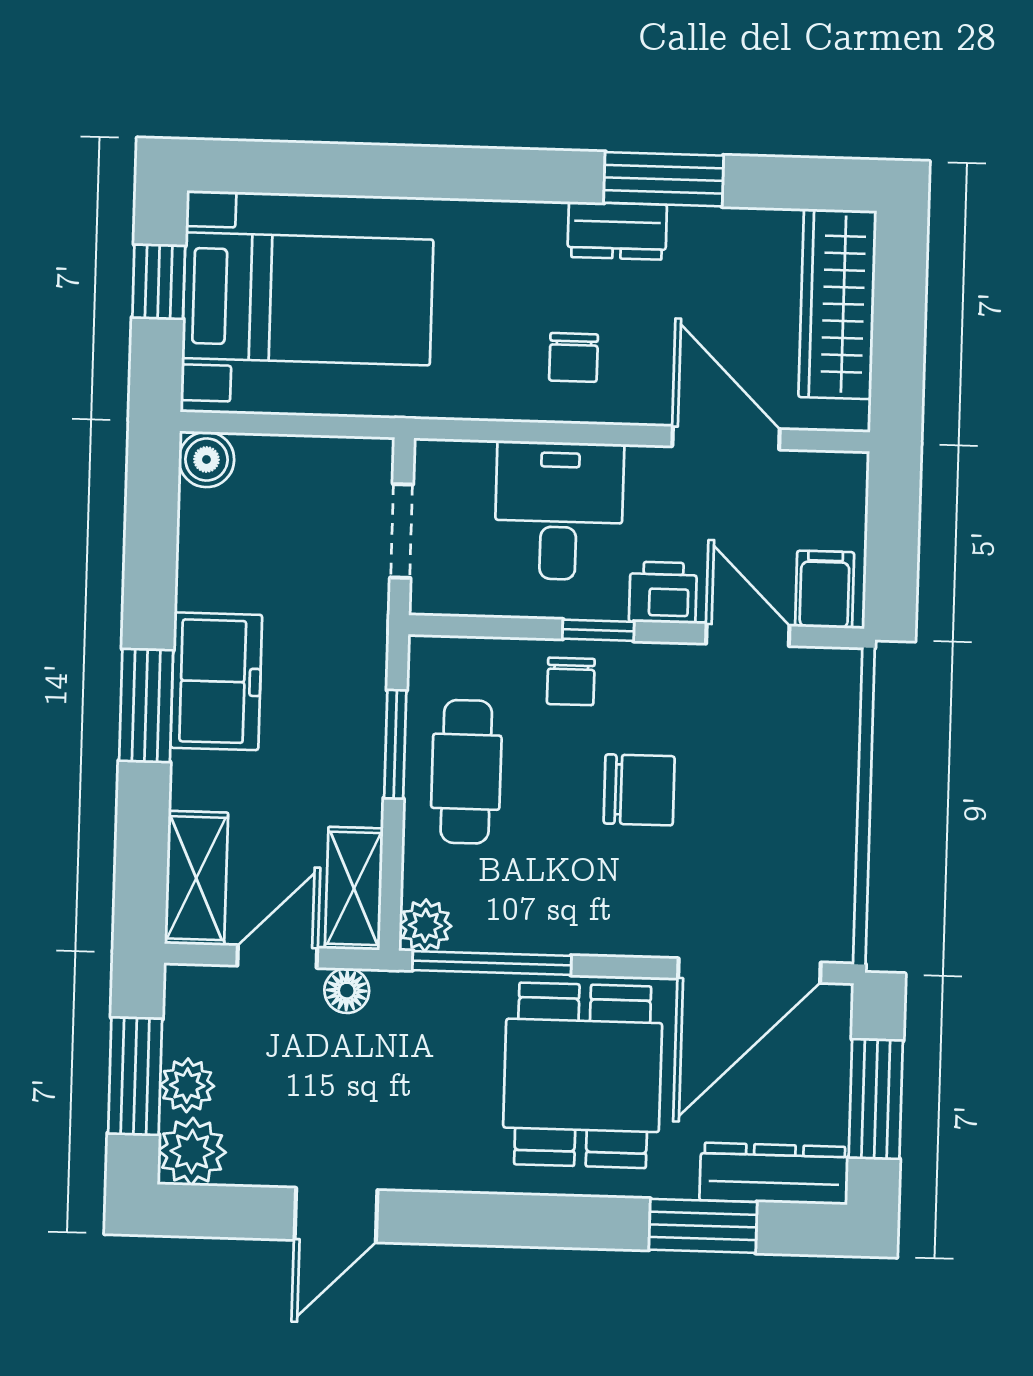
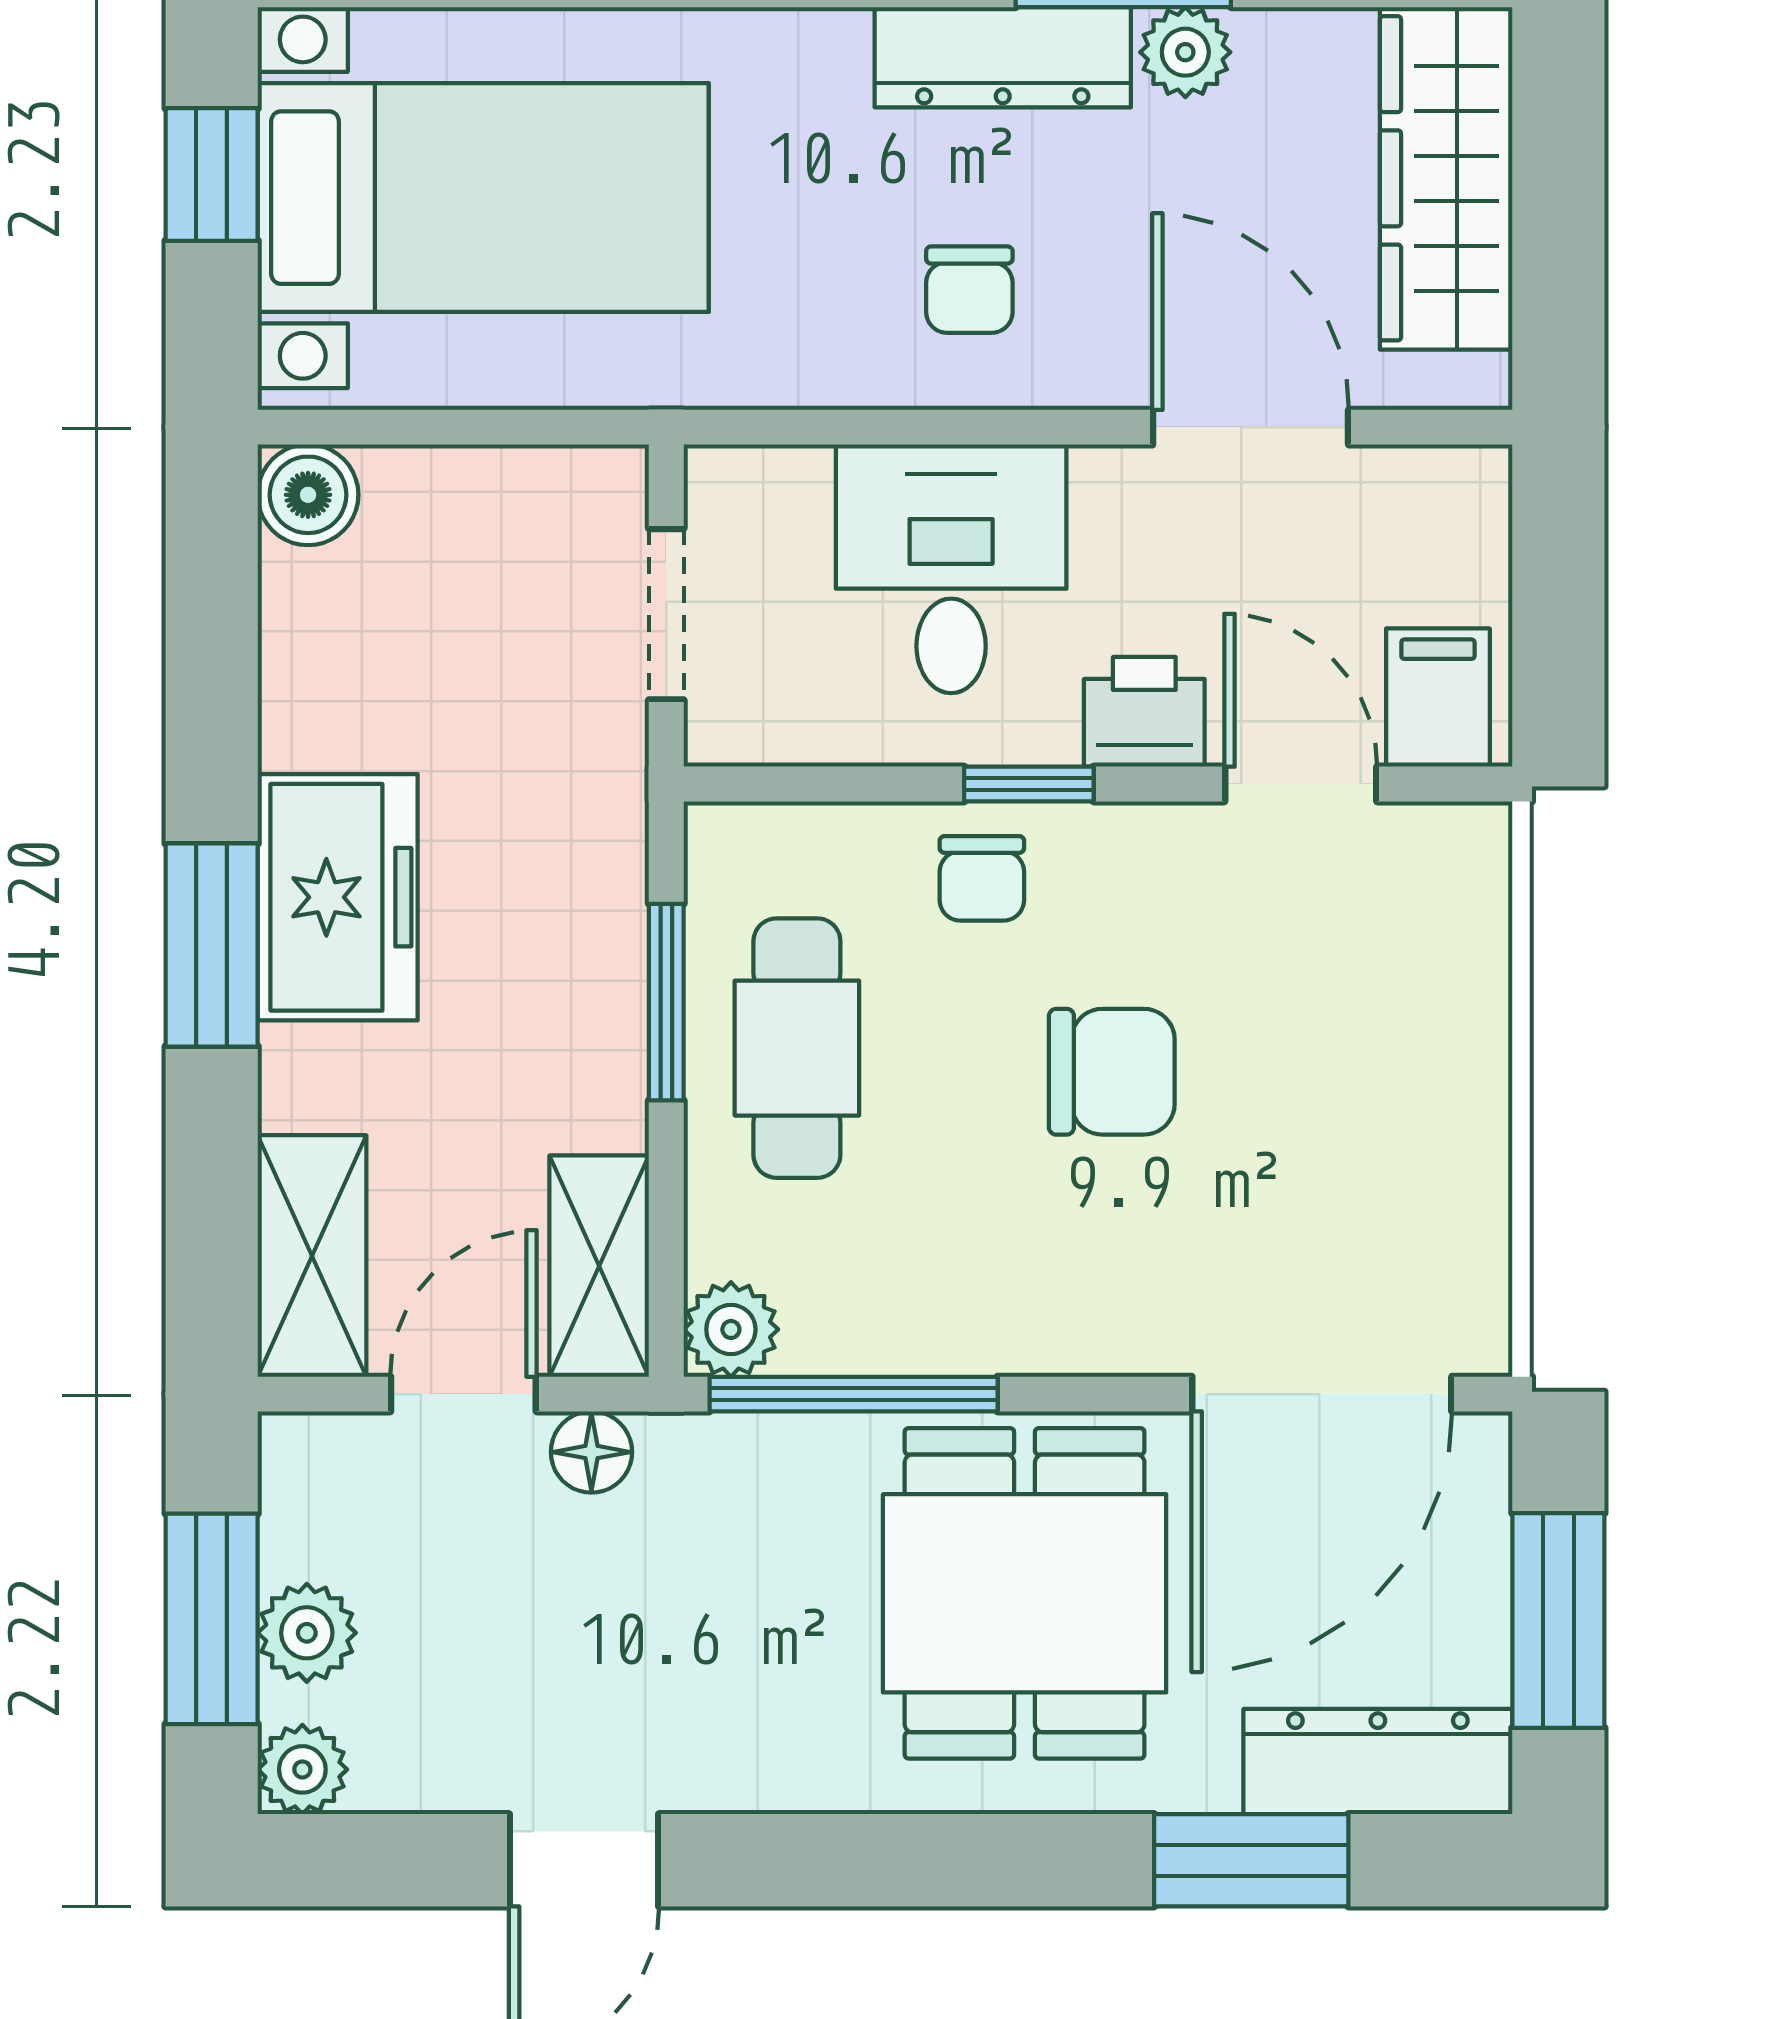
plant: (696, 230) -> (1185, 52), added
dresser: (617, 231) -> (1003, 57), width x1.44
plant: (192, 1151) -> (302, 1769), width x0.73, depth x0.73

